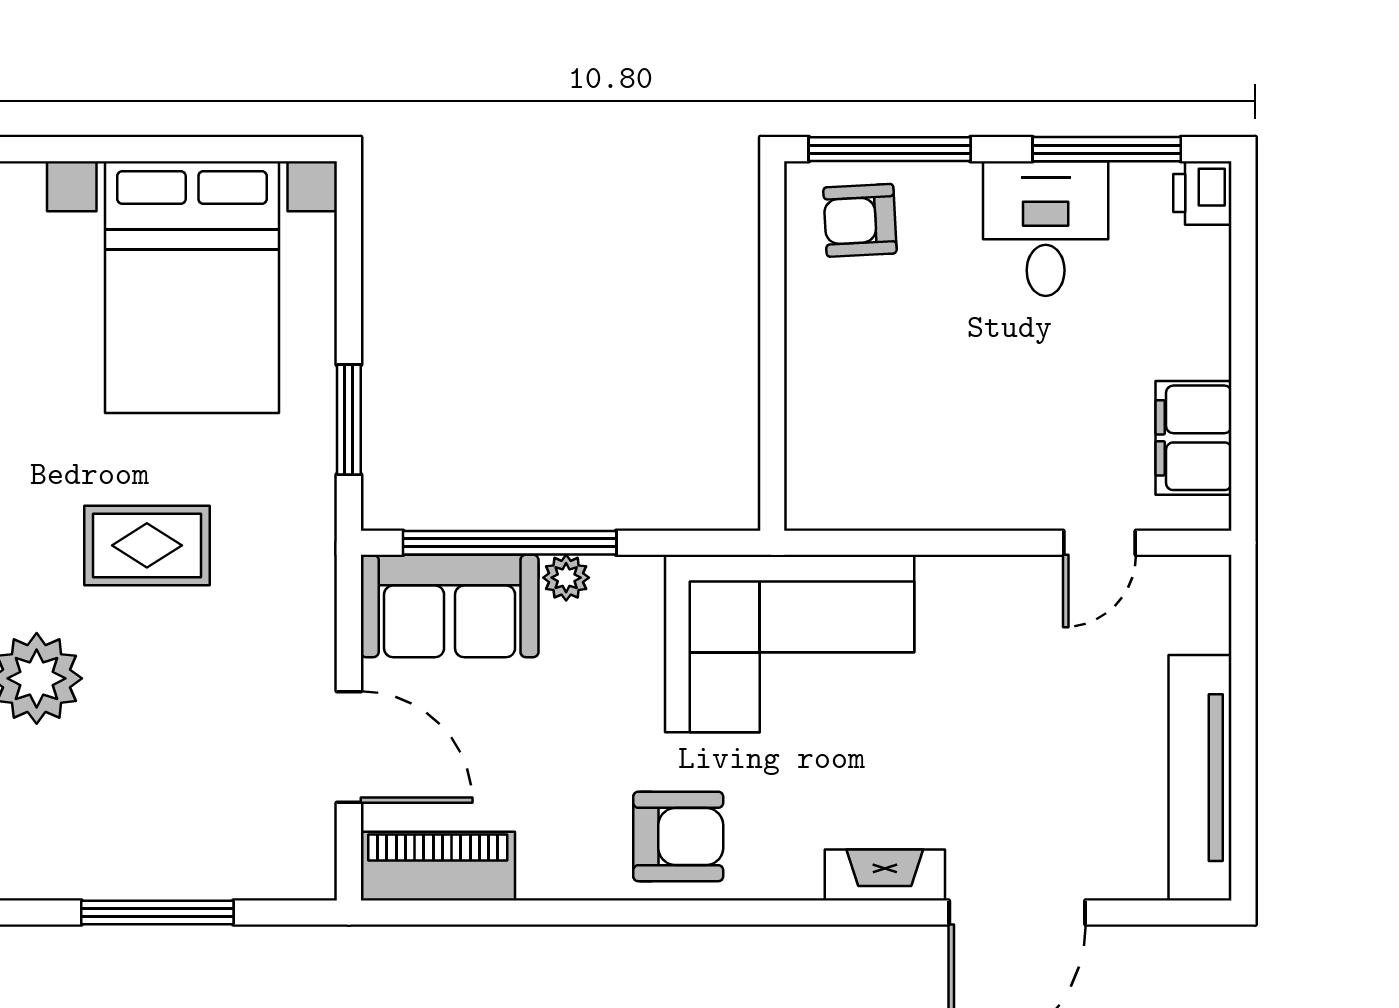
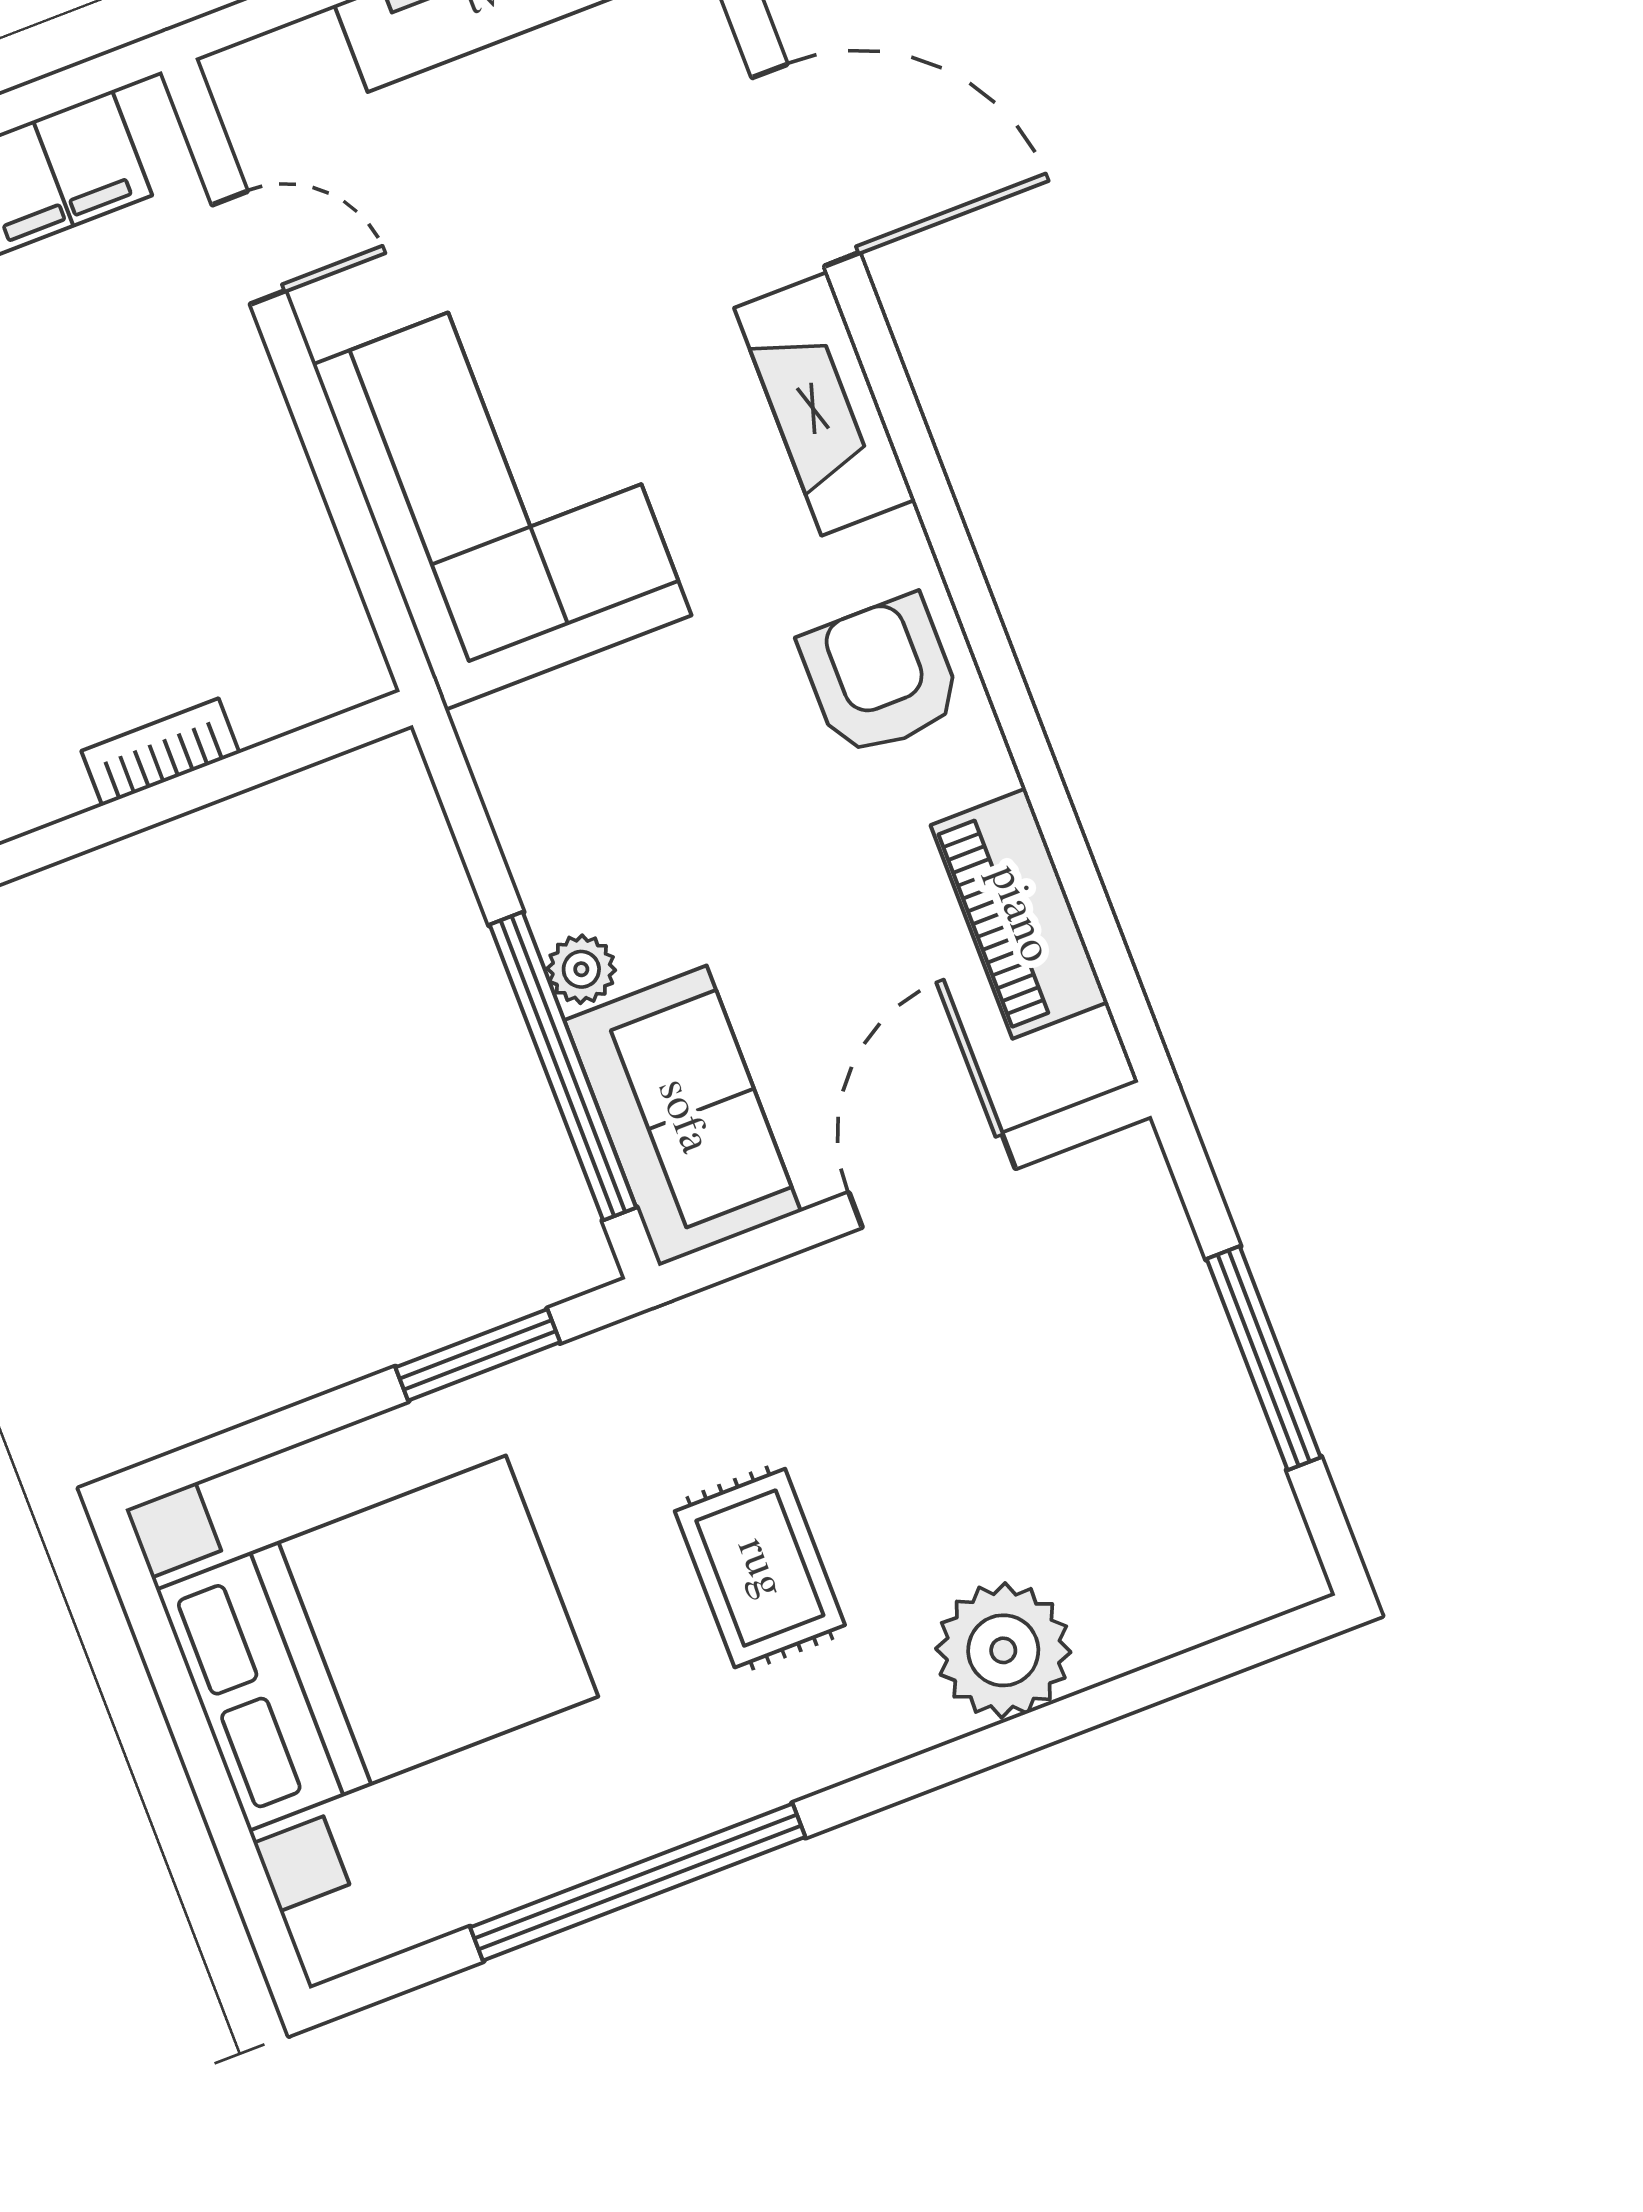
bookcase: (804, 366) -> (160, 752), added
corner sofa: (790, 643) -> (502, 490), moved
piano: (438, 866) -> (1019, 914), moved
fireplace: (885, 875) -> (825, 404), width x1.37, depth x1.32

